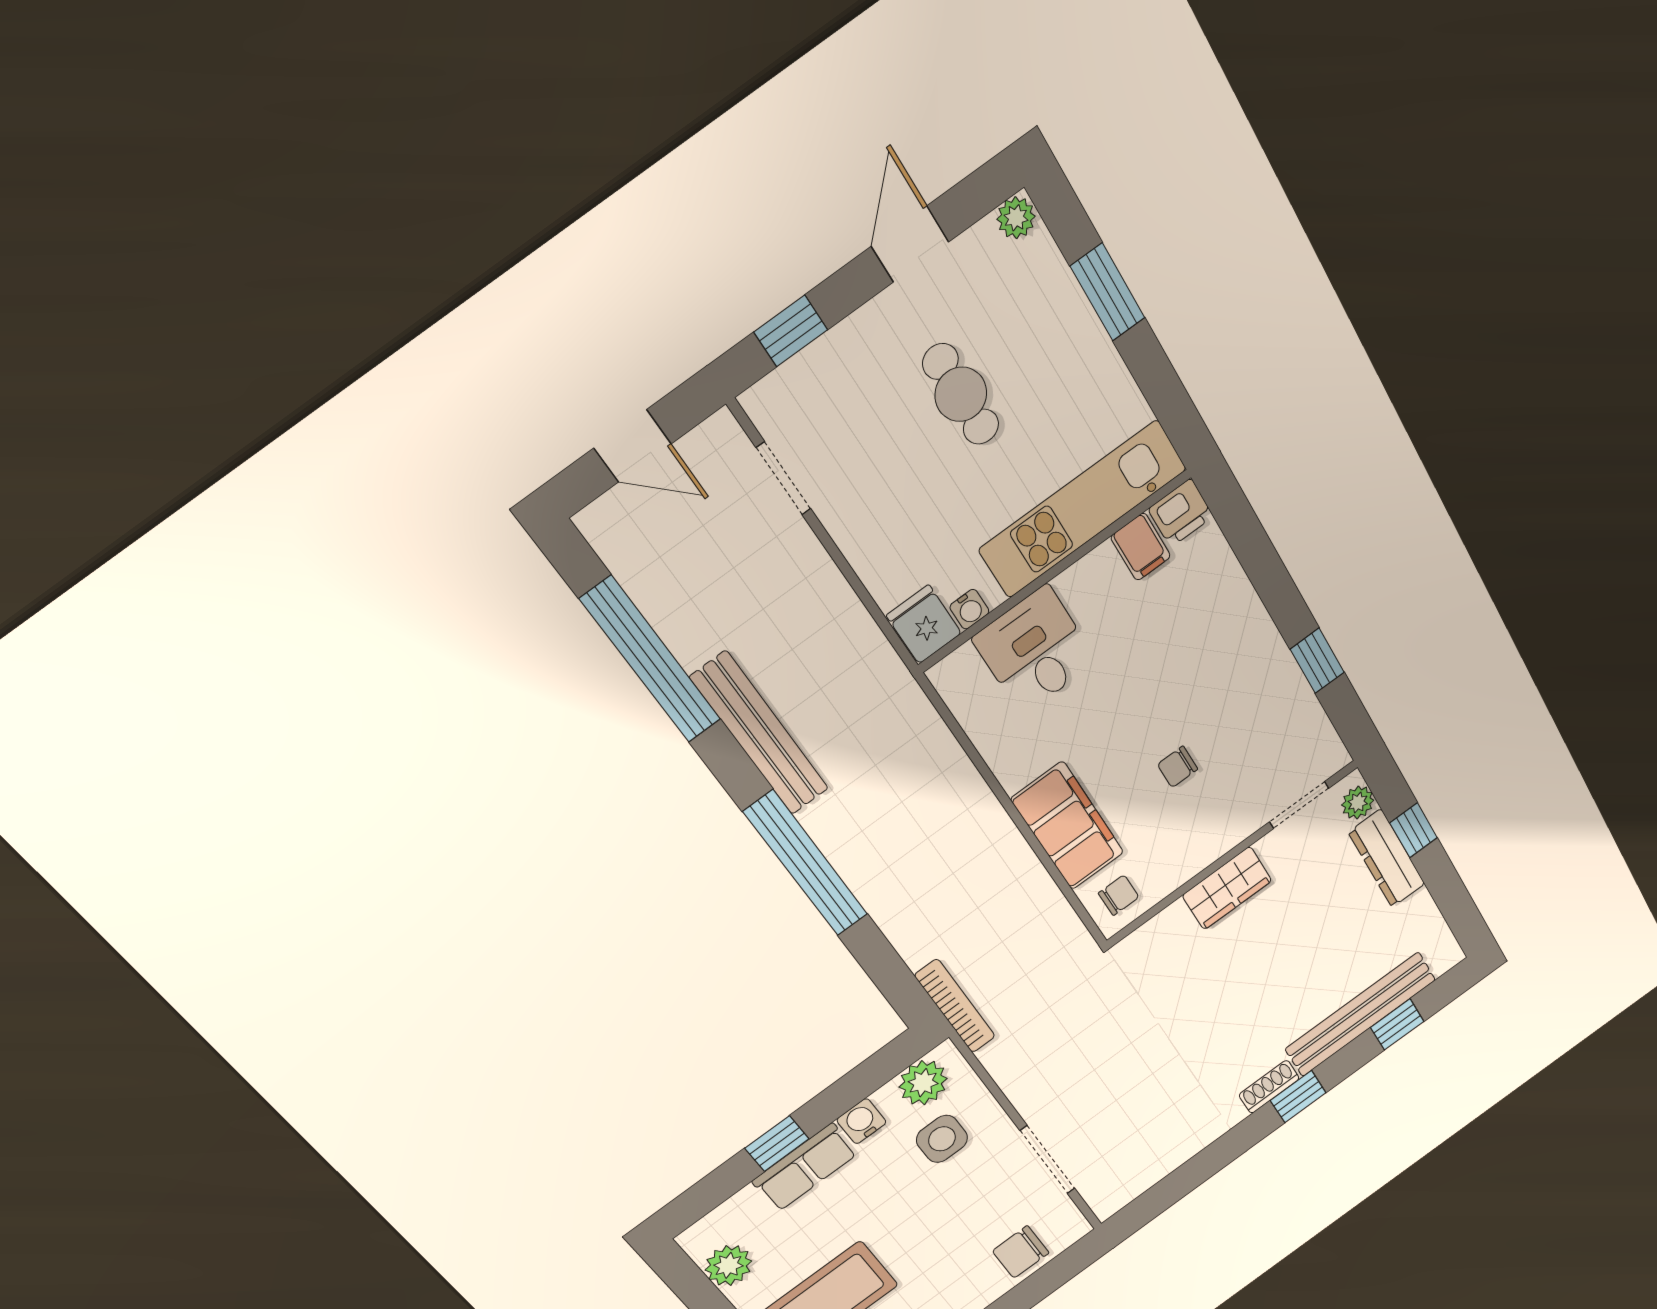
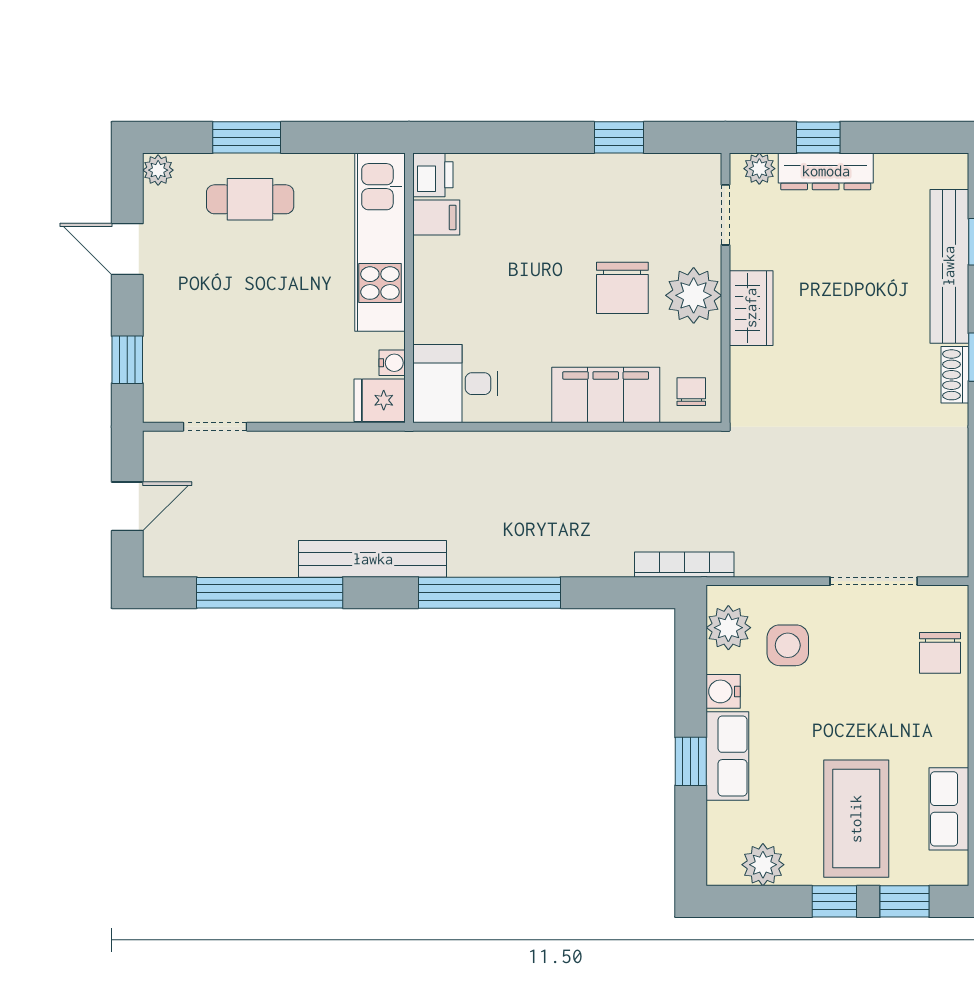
cafe table: (961, 394) -> (250, 199), moved
desk: (1035, 650) -> (455, 384), moved
chair: (1178, 767) -> (622, 288), width x1.87, depth x1.87
plant: (1209, 832) -> (694, 295), added

